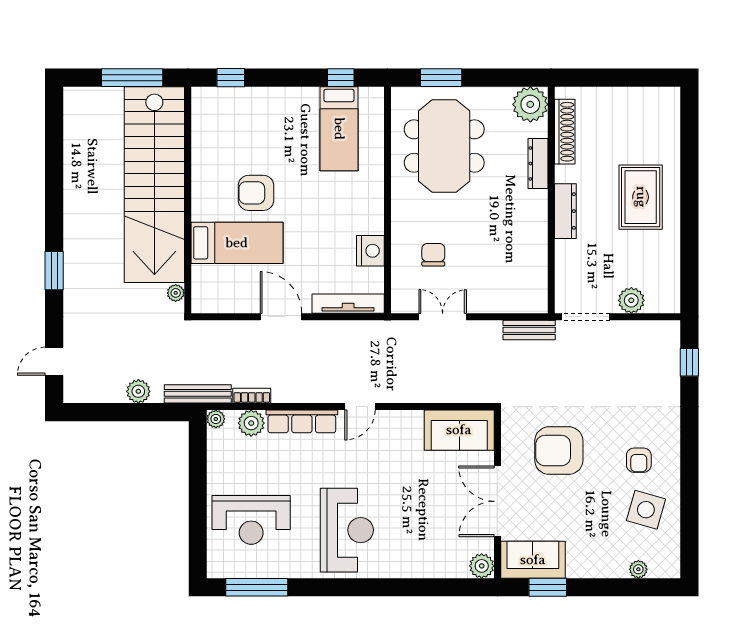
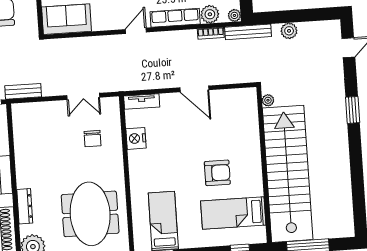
bed: (237, 243) -> (233, 213), moved
tv unit: (348, 304) -> (142, 101), width x0.71

